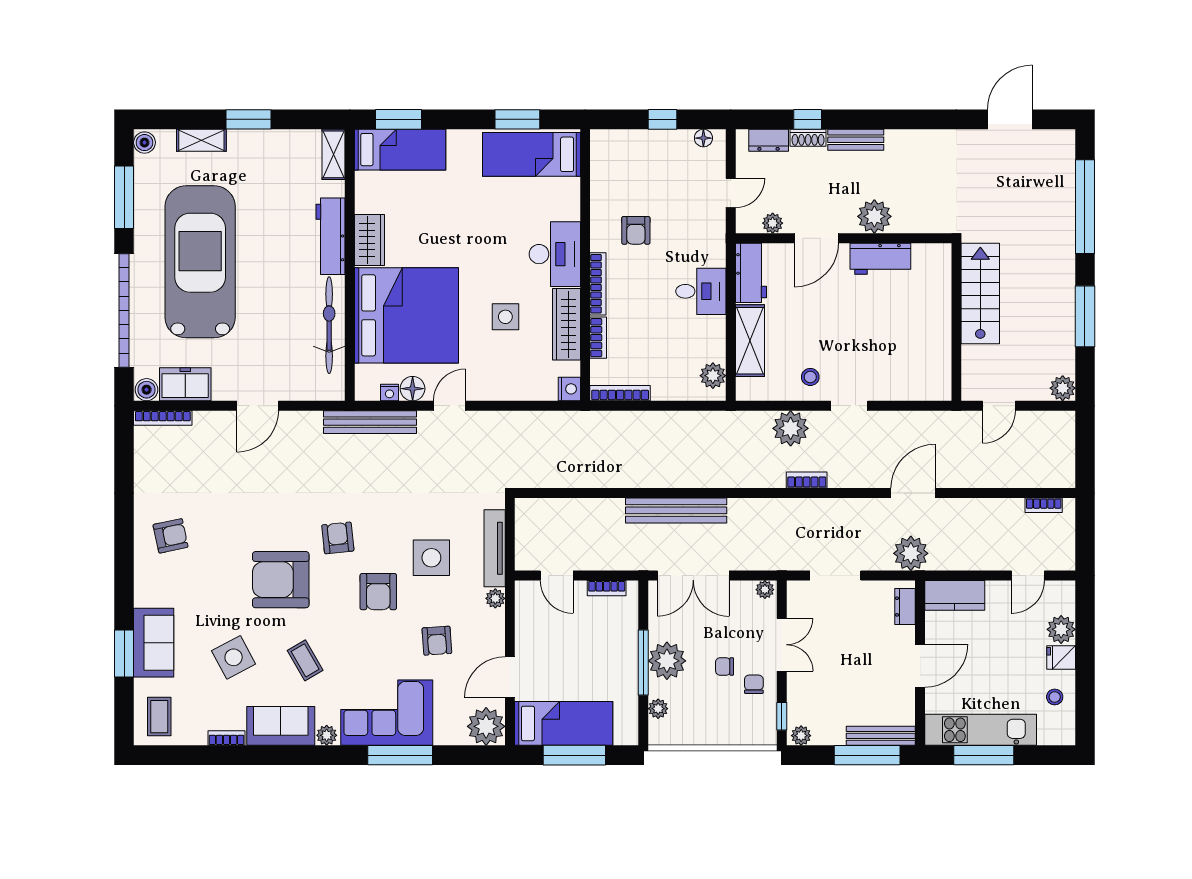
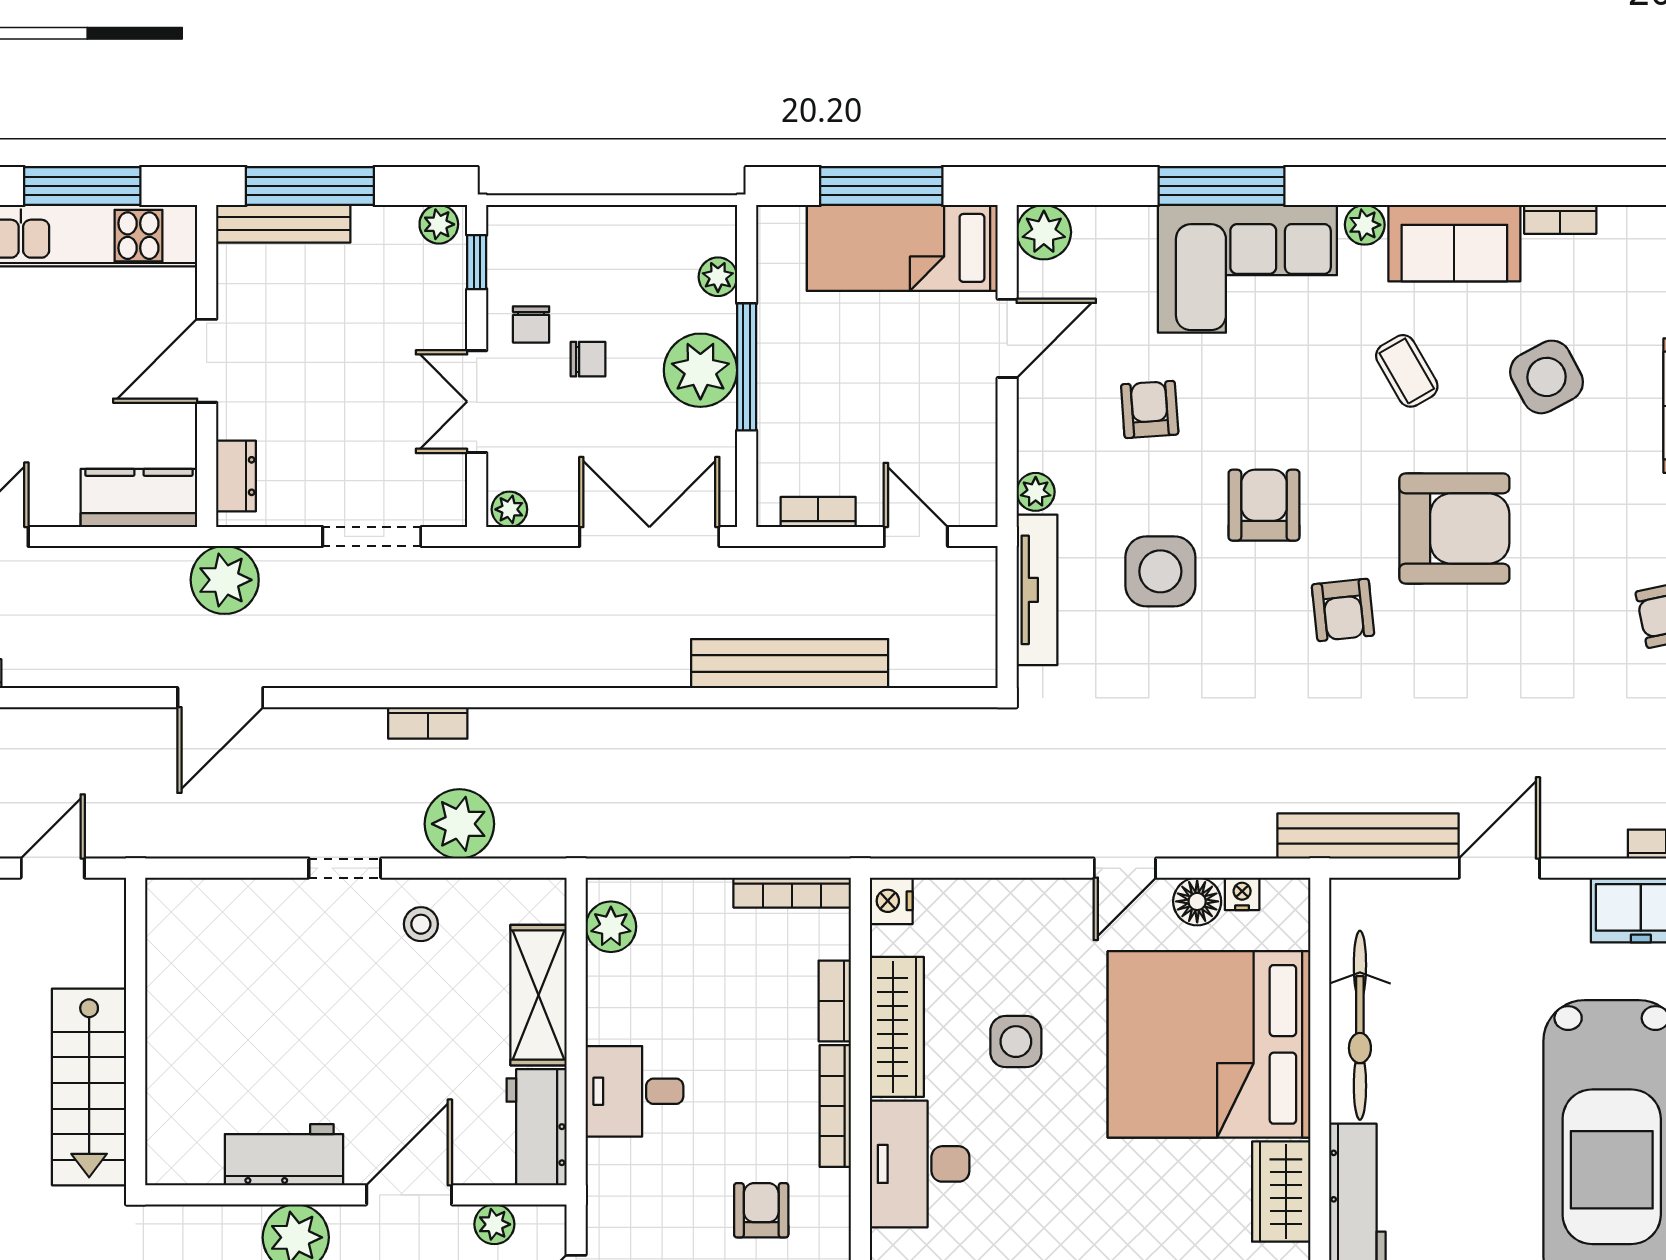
bench: (370, 422) -> (1368, 836), moved
bench: (676, 510) -> (790, 664), moved
plant: (486, 726) -> (1044, 232), width x0.73, depth x0.73

